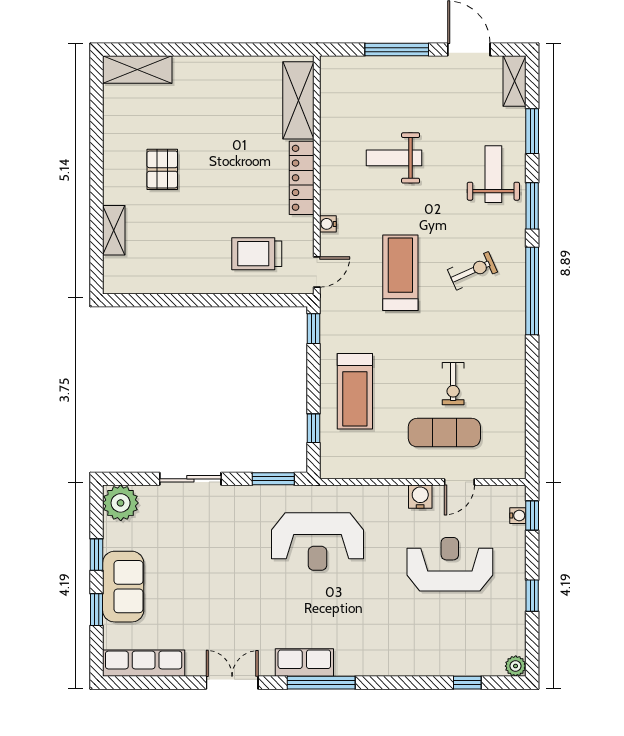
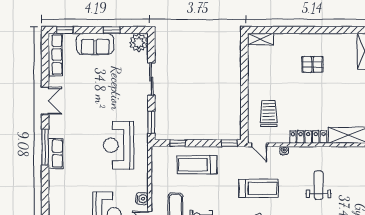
shelving: (114, 230) -> (261, 39), moved
window: (96, 610) -> (65, 30), moved
row of seats: (304, 663) -> (56, 154), moved

